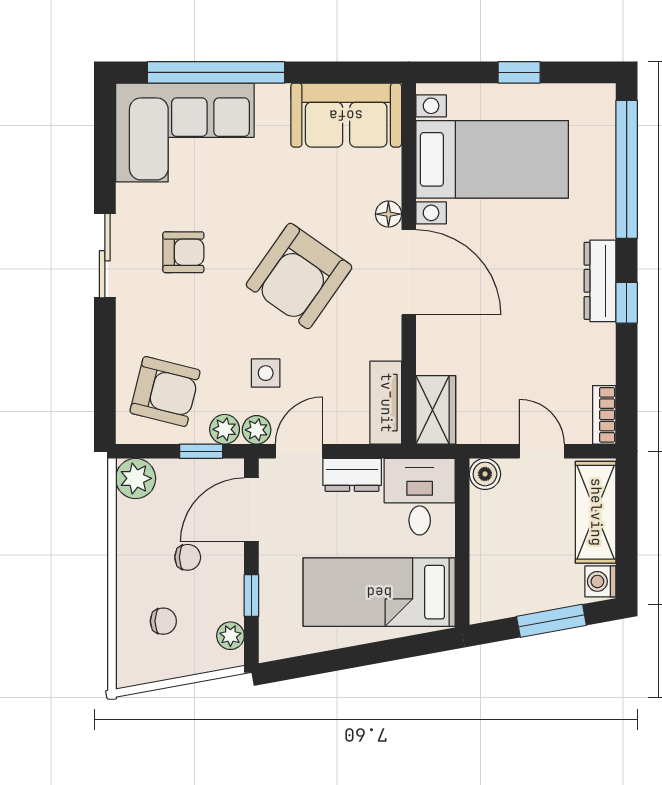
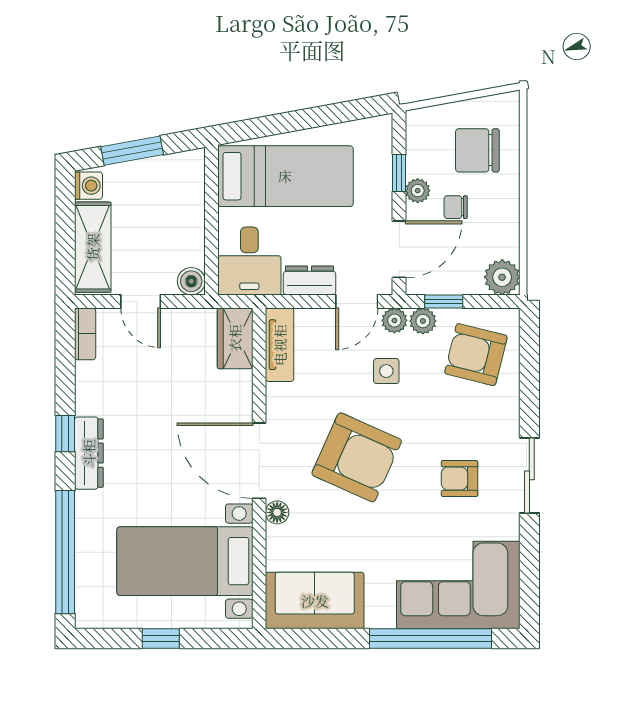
armchair: (299, 276) -> (357, 457), turned 79
chair: (163, 621) -> (477, 150), width x1.87, depth x1.87
plant: (230, 636) -> (418, 191), moved

